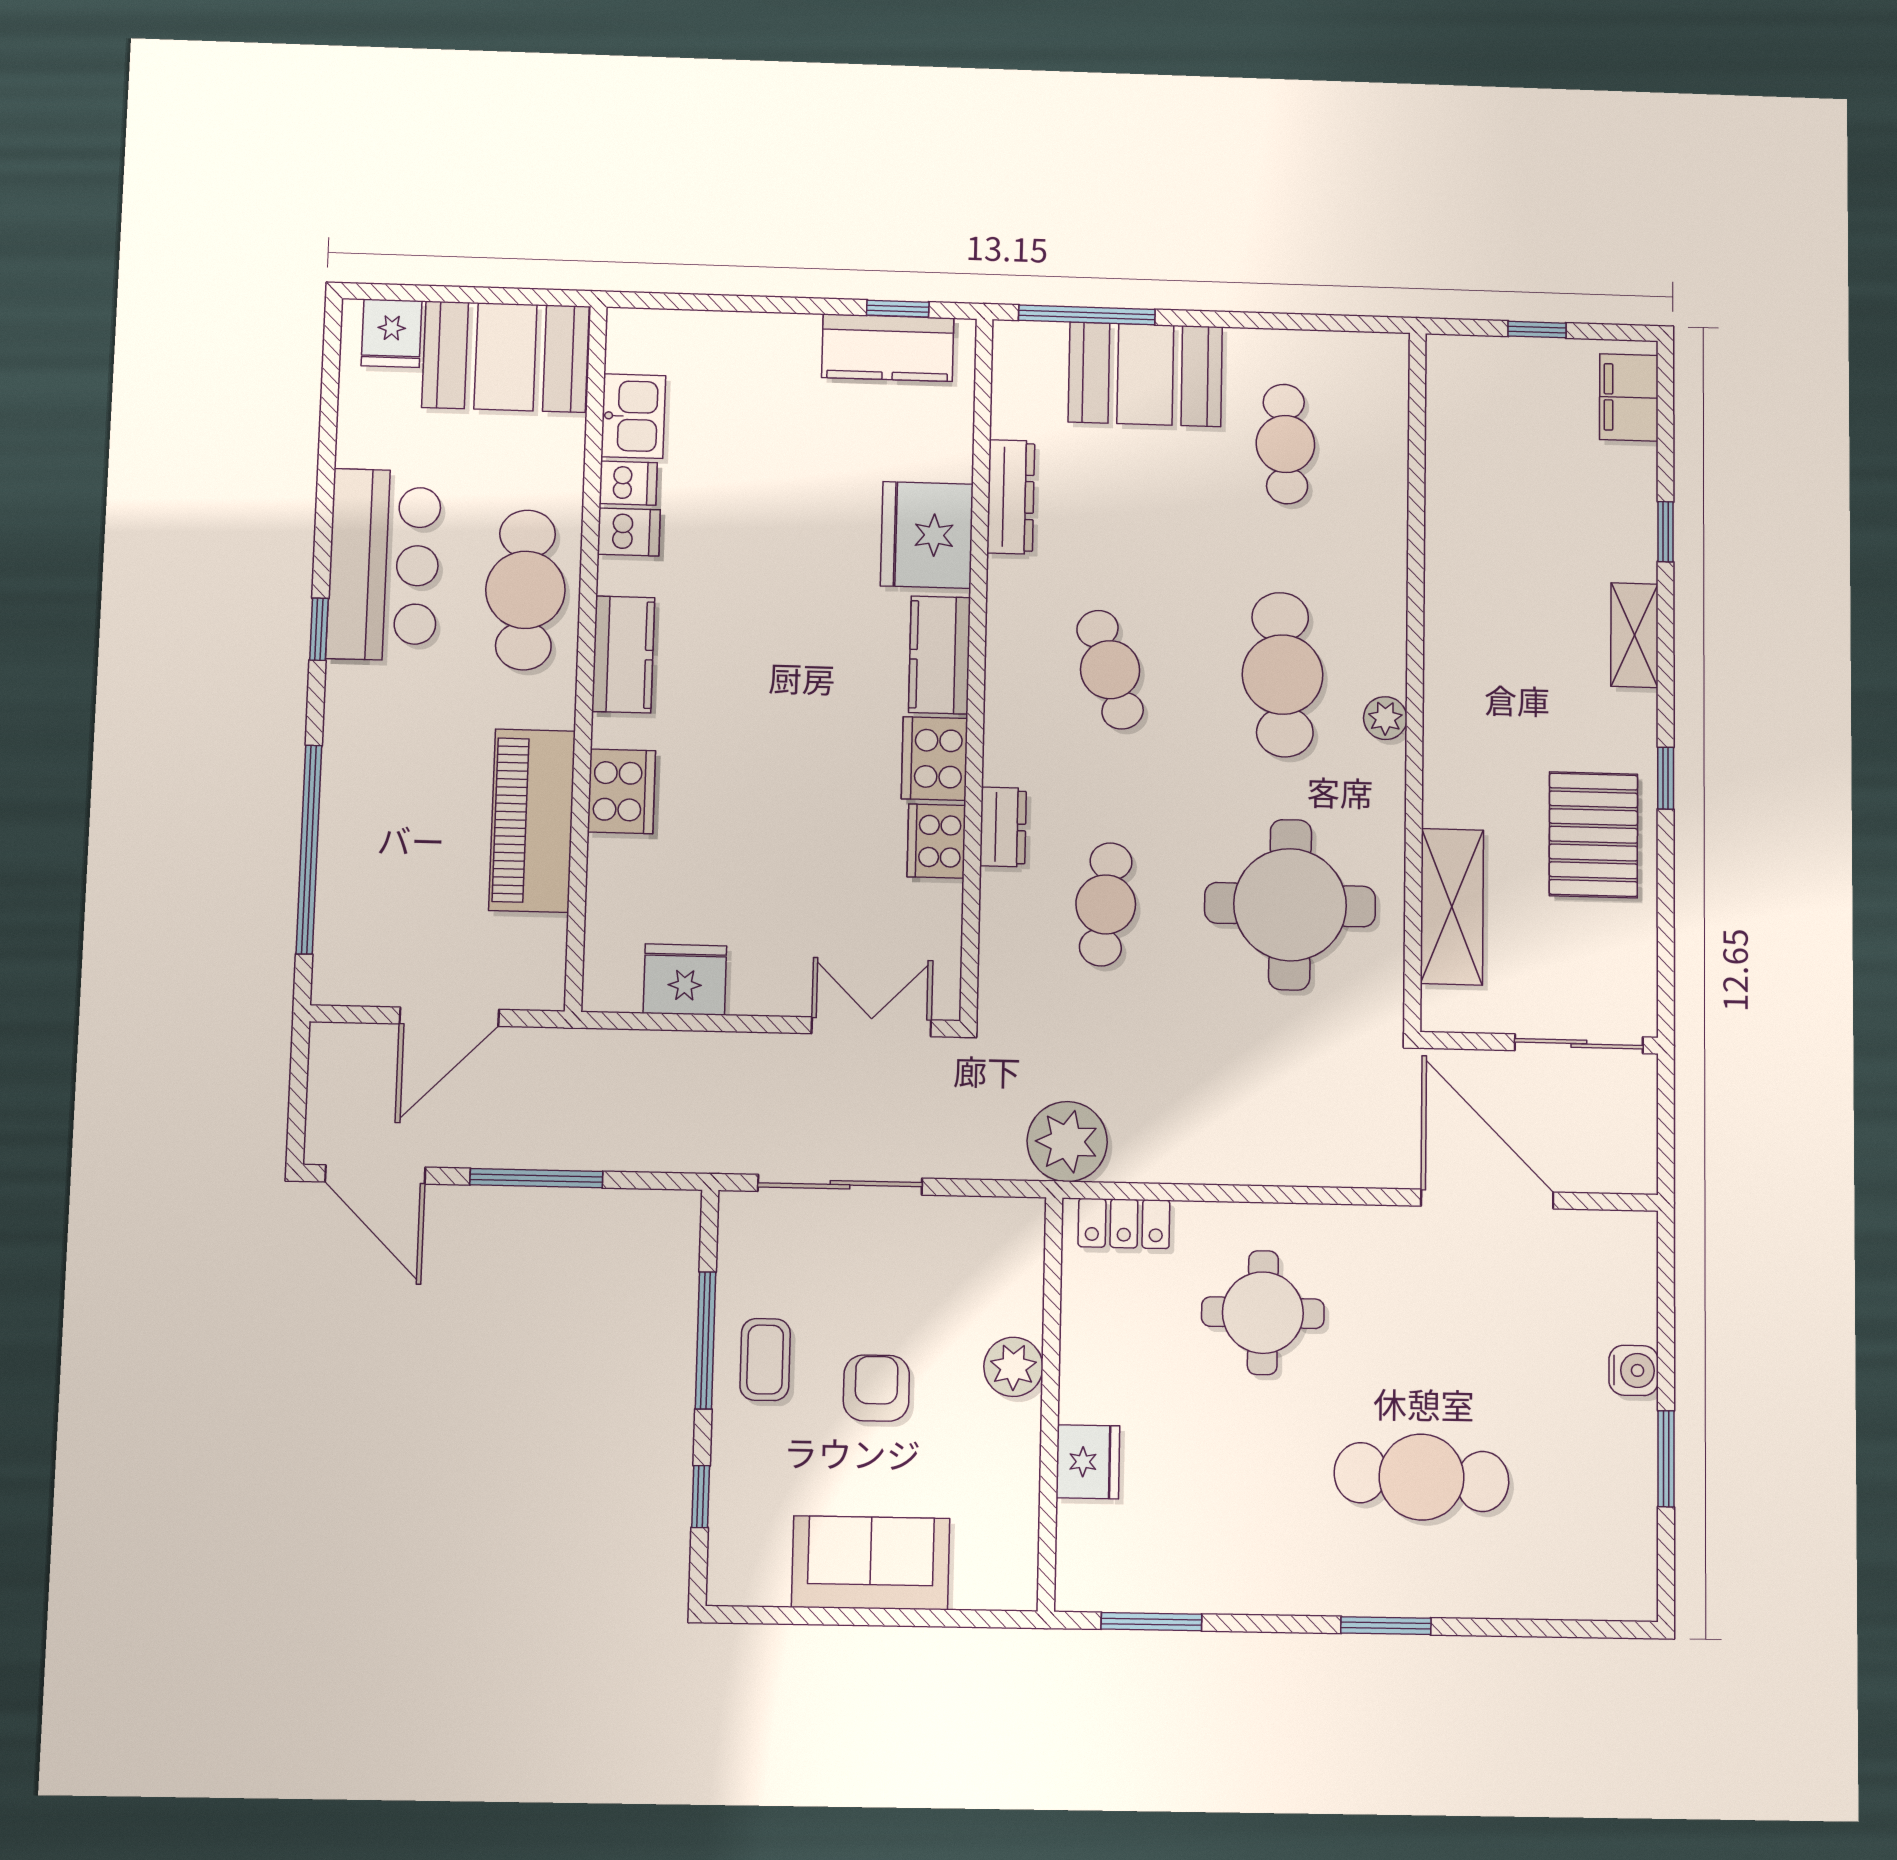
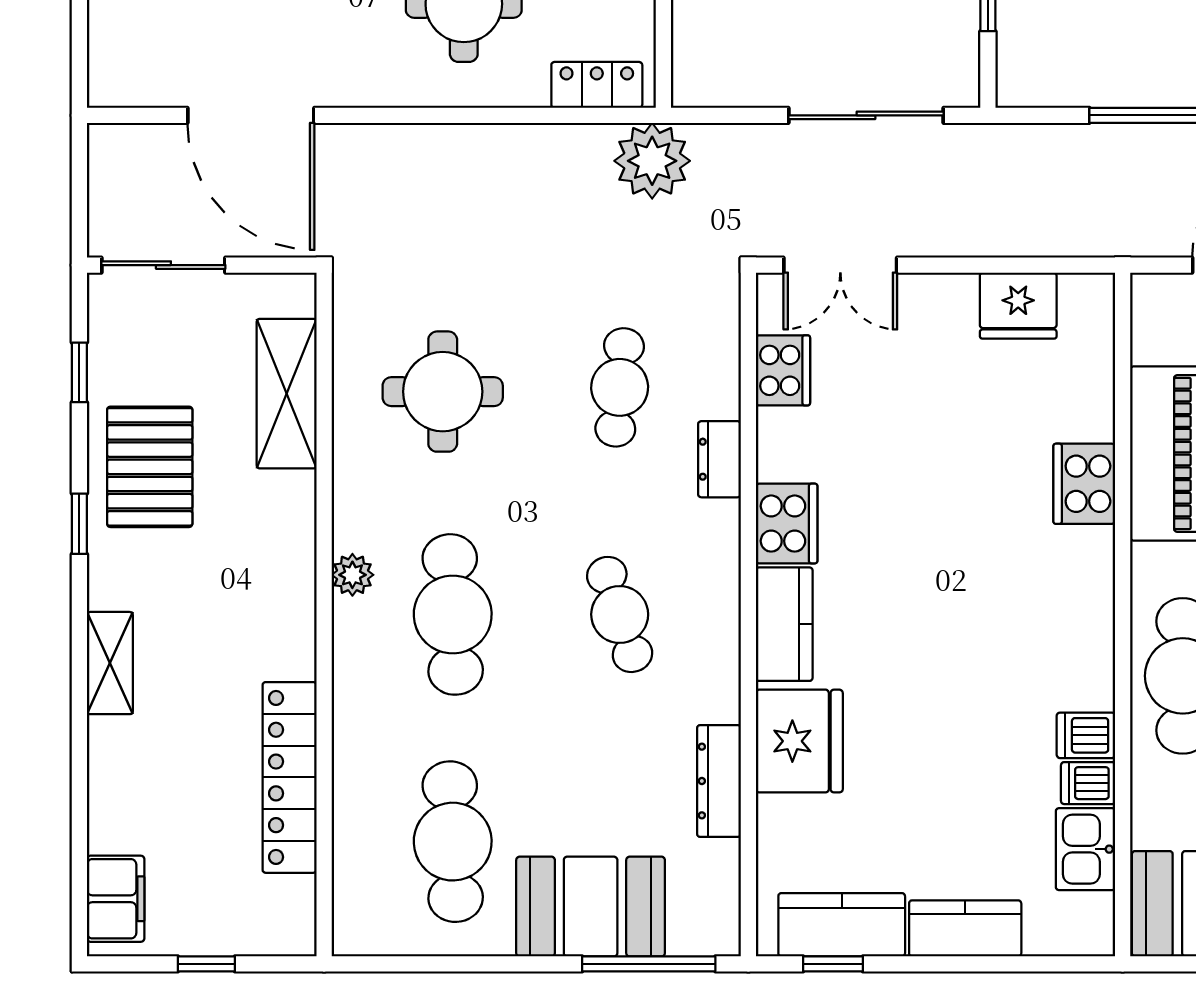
cafe table: (1285, 444) -> (453, 842), width x1.37, depth x1.35
locker: (1452, 514) -> (290, 777), added
window: (1666, 532) -> (79, 372), moved
kitchen counter: (623, 654) -> (965, 928), moved, turned 90
cooker: (936, 841) -> (783, 370), moved
round table: (1290, 905) -> (443, 392), width x0.73, depth x0.73

